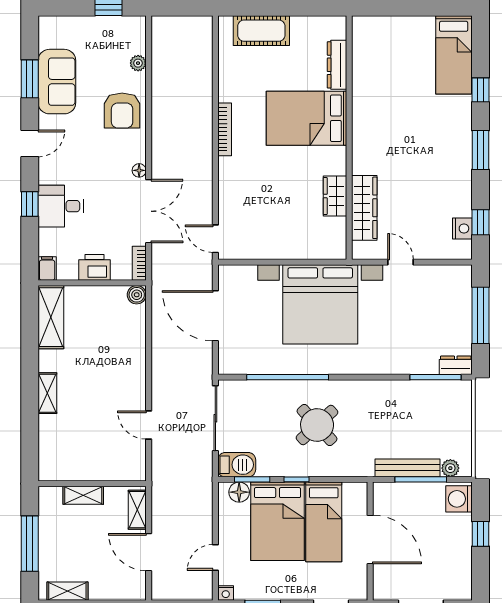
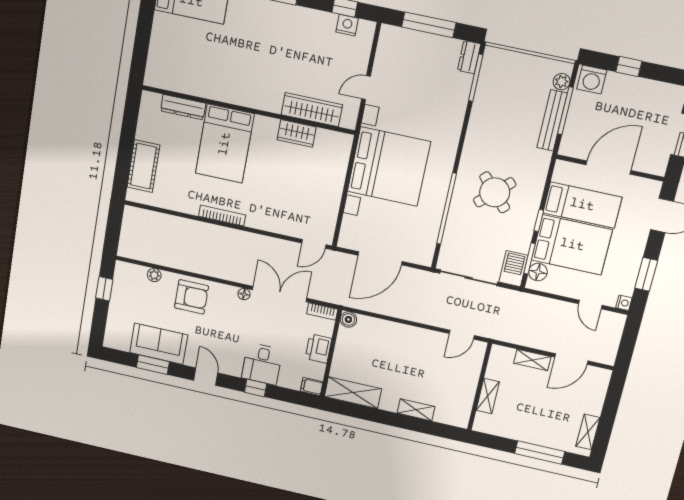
wall: (92, 484) -> (480, 387), moved
shelving: (83, 495) -> (488, 396), moved

